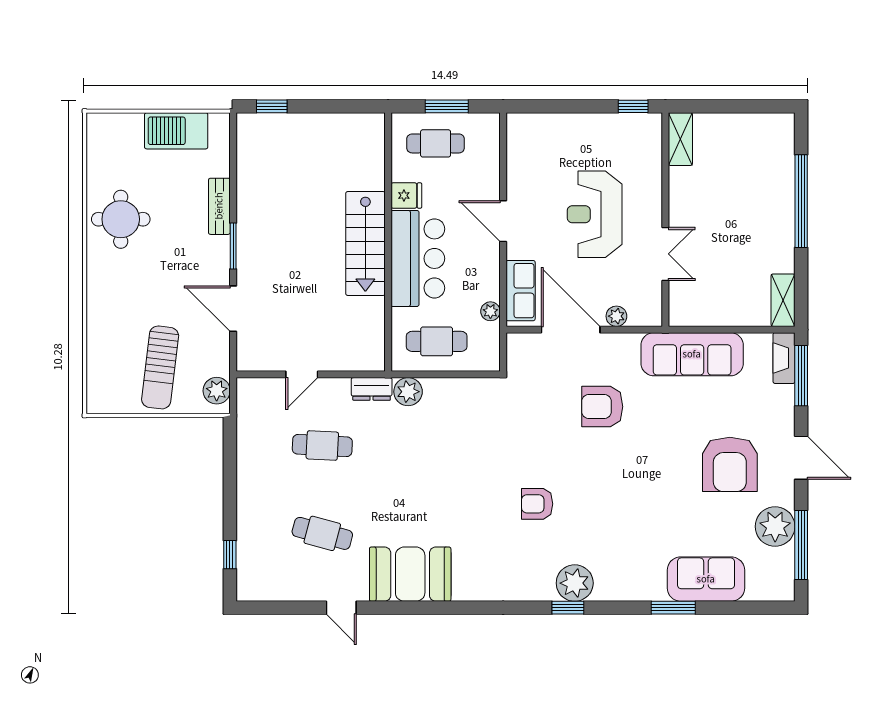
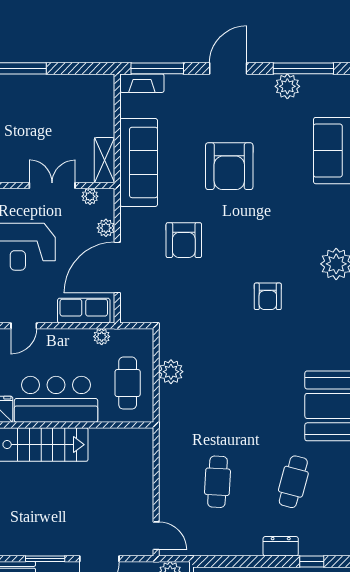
door: (503, 221) -> (24, 326), width x0.73
plant: (653, 298) -> (90, 196), added
shelving: (783, 300) -> (105, 160), moved, turned 90
door: (302, 374) -> (156, 536), moved
dresser: (372, 389) -> (281, 546), moved, turned -90
plant: (408, 392) -> (171, 372), moved
armchair: (730, 464) -> (229, 166), moved, turned 90
plant: (775, 526) -> (287, 86), width x0.73, depth x0.73

